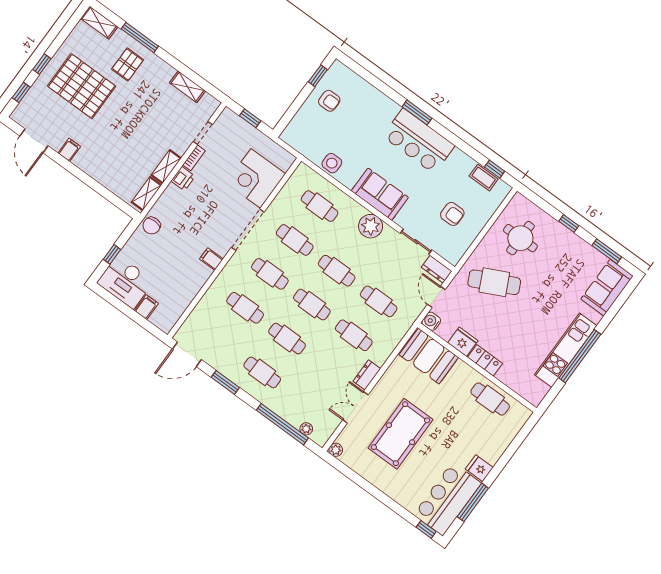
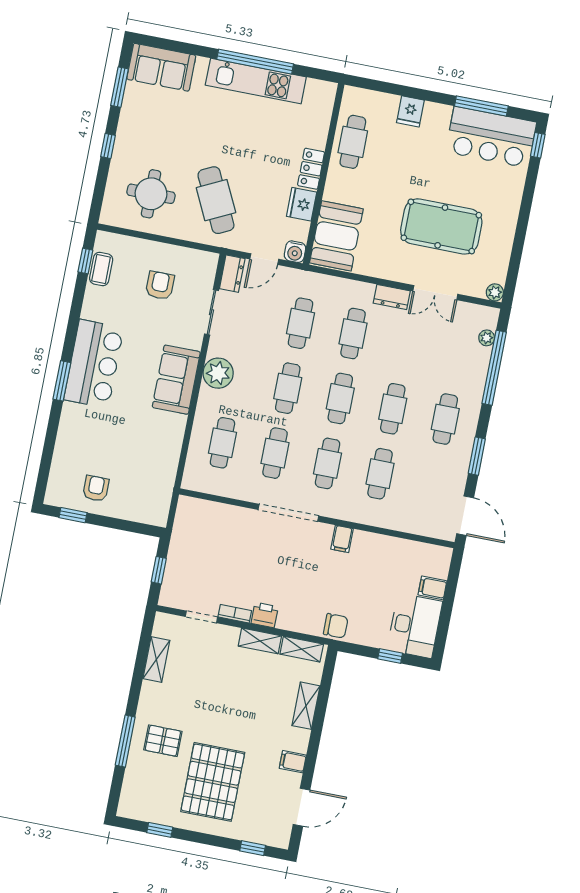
shelving: (99, 23) -> (306, 706), moved
window: (42, 64) -> (160, 830), moved
side table: (332, 163) -> (166, 452), removed
corner desk: (256, 178) -> (225, 531), removed
fridge: (479, 468) -> (410, 111), moved

